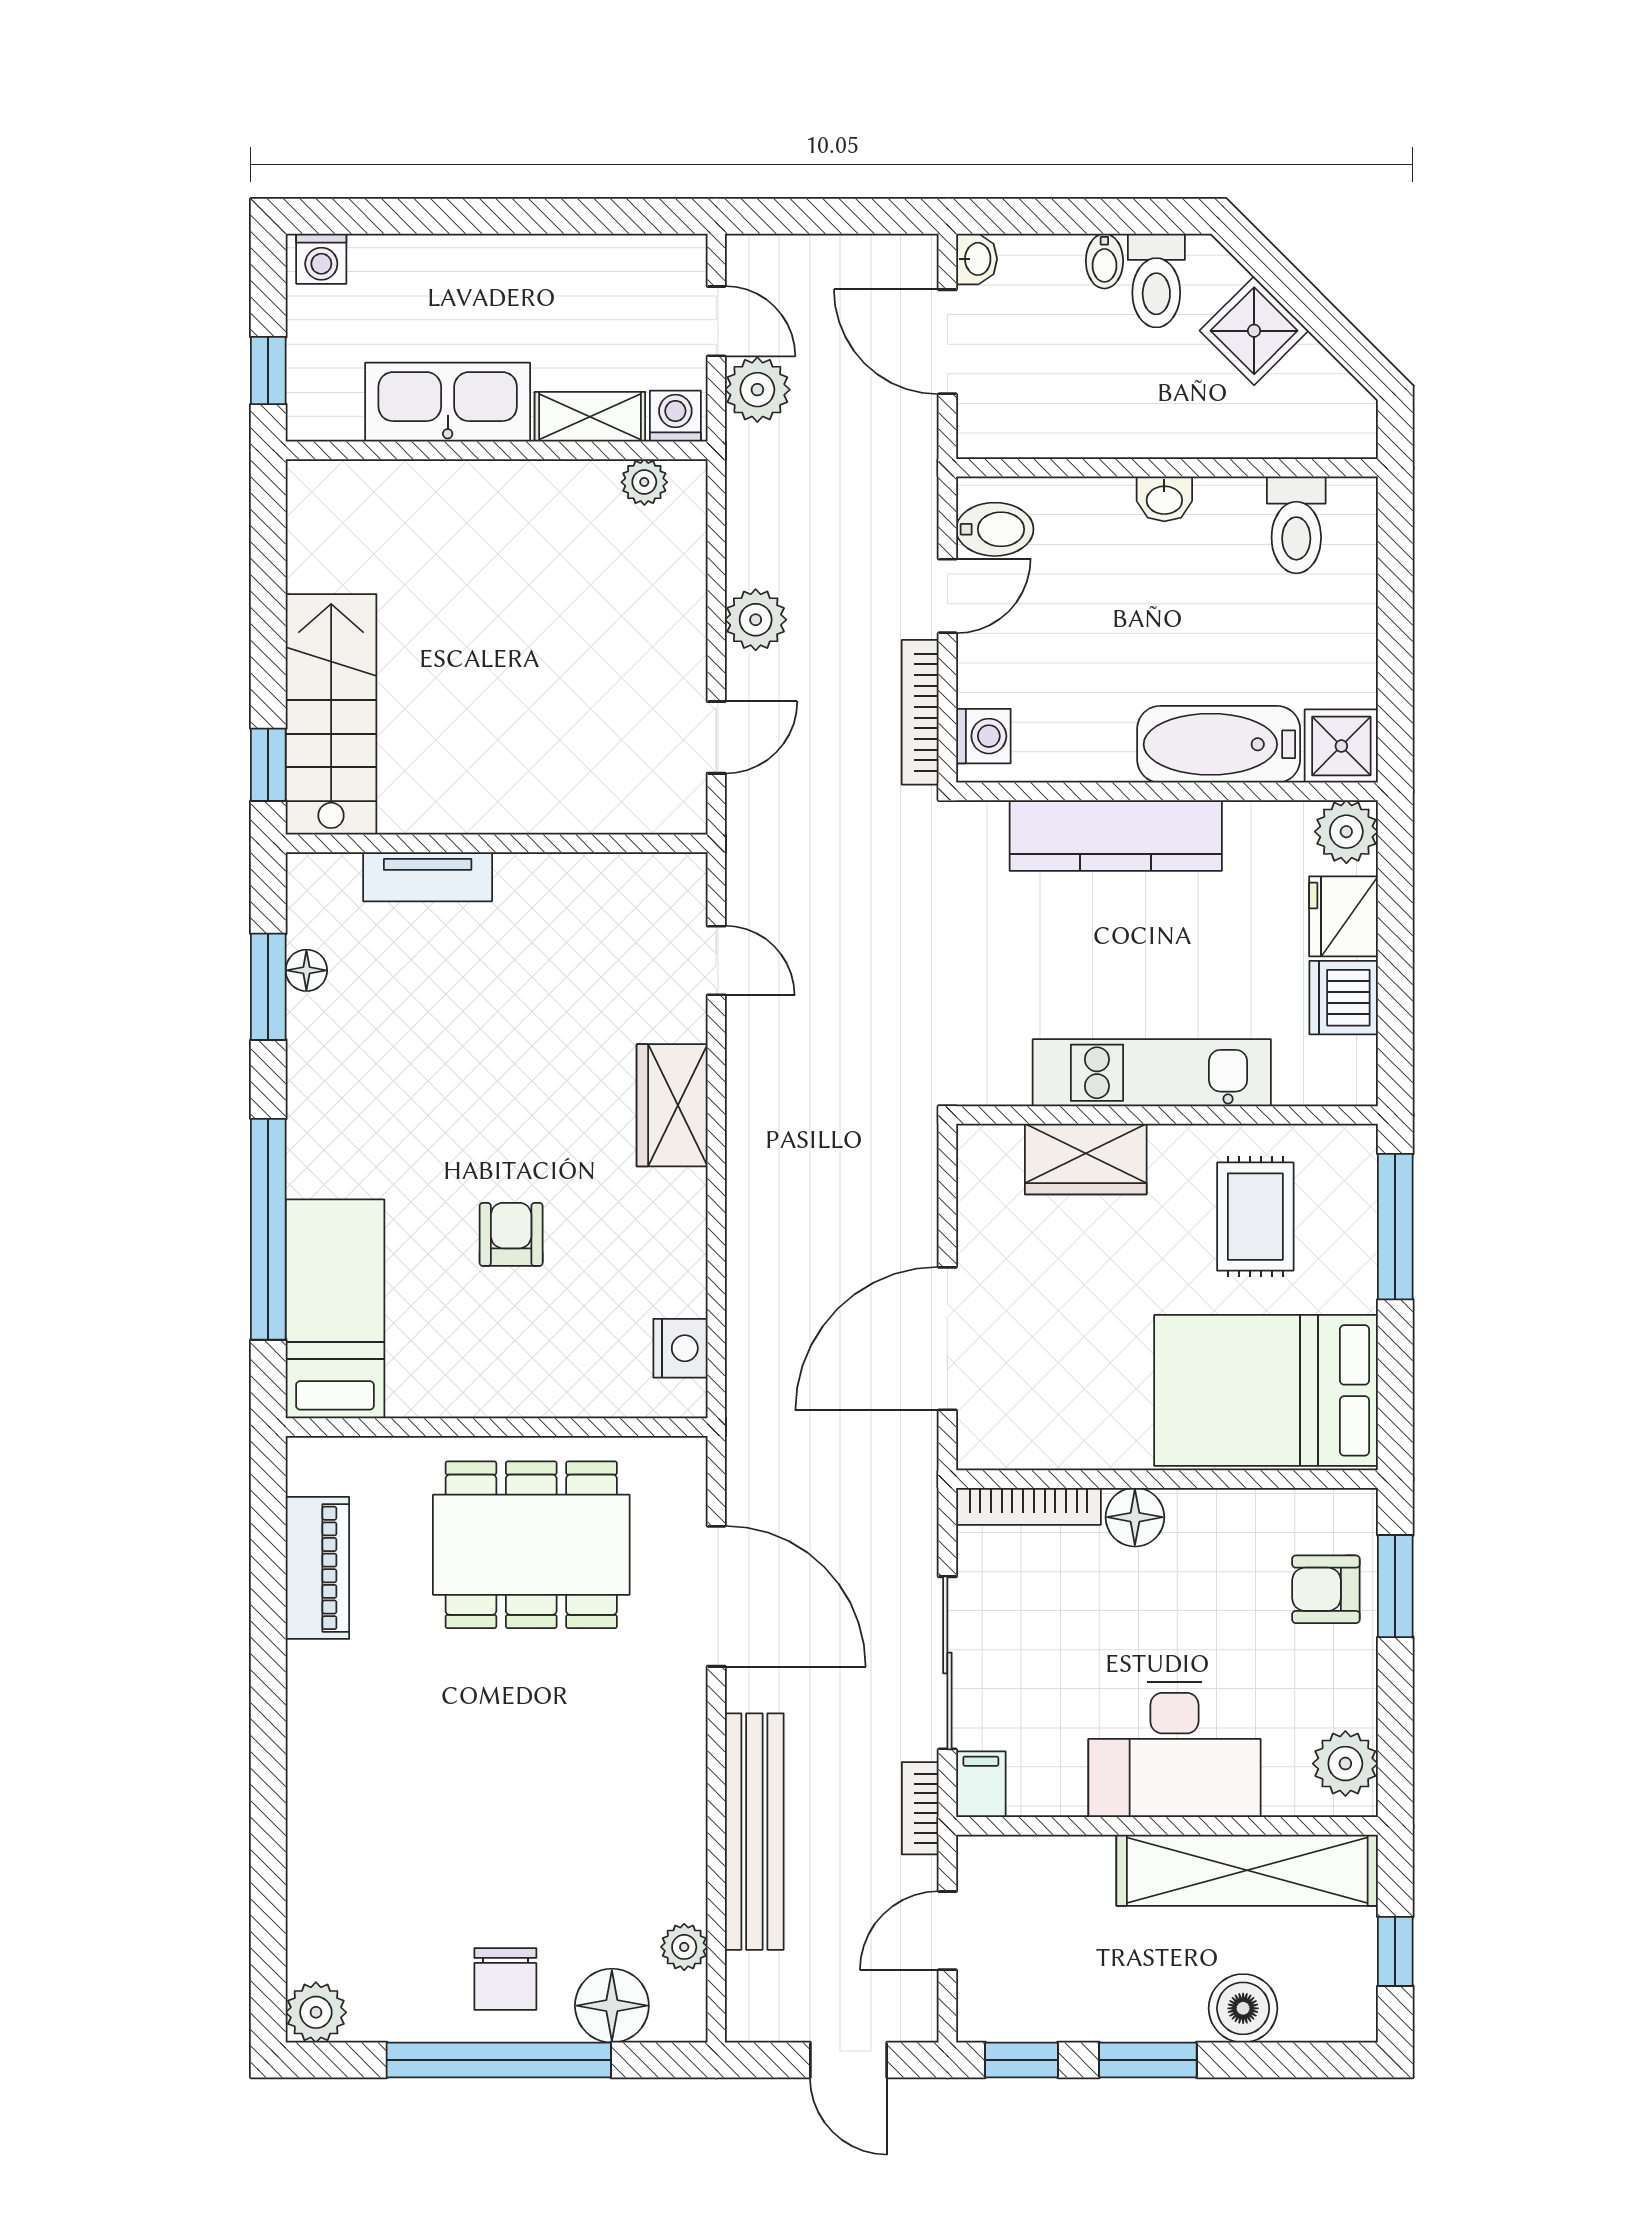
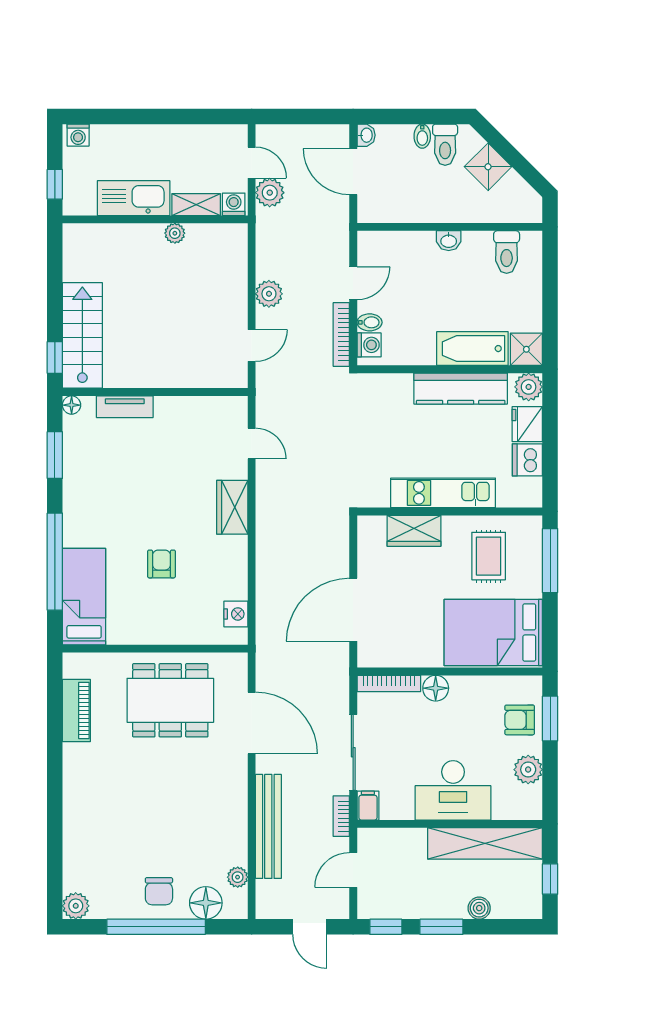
plant: (644, 482) -> (175, 233), moved
bidet: (995, 529) -> (370, 322), moved, width x0.72, depth x0.74
kitchen counter: (1116, 835) -> (461, 389), moved
floor lamp: (306, 970) -> (72, 405), moved
plant: (1345, 1764) -> (528, 770), moved
boiler: (1243, 2008) -> (479, 908), width x0.73, depth x0.73

